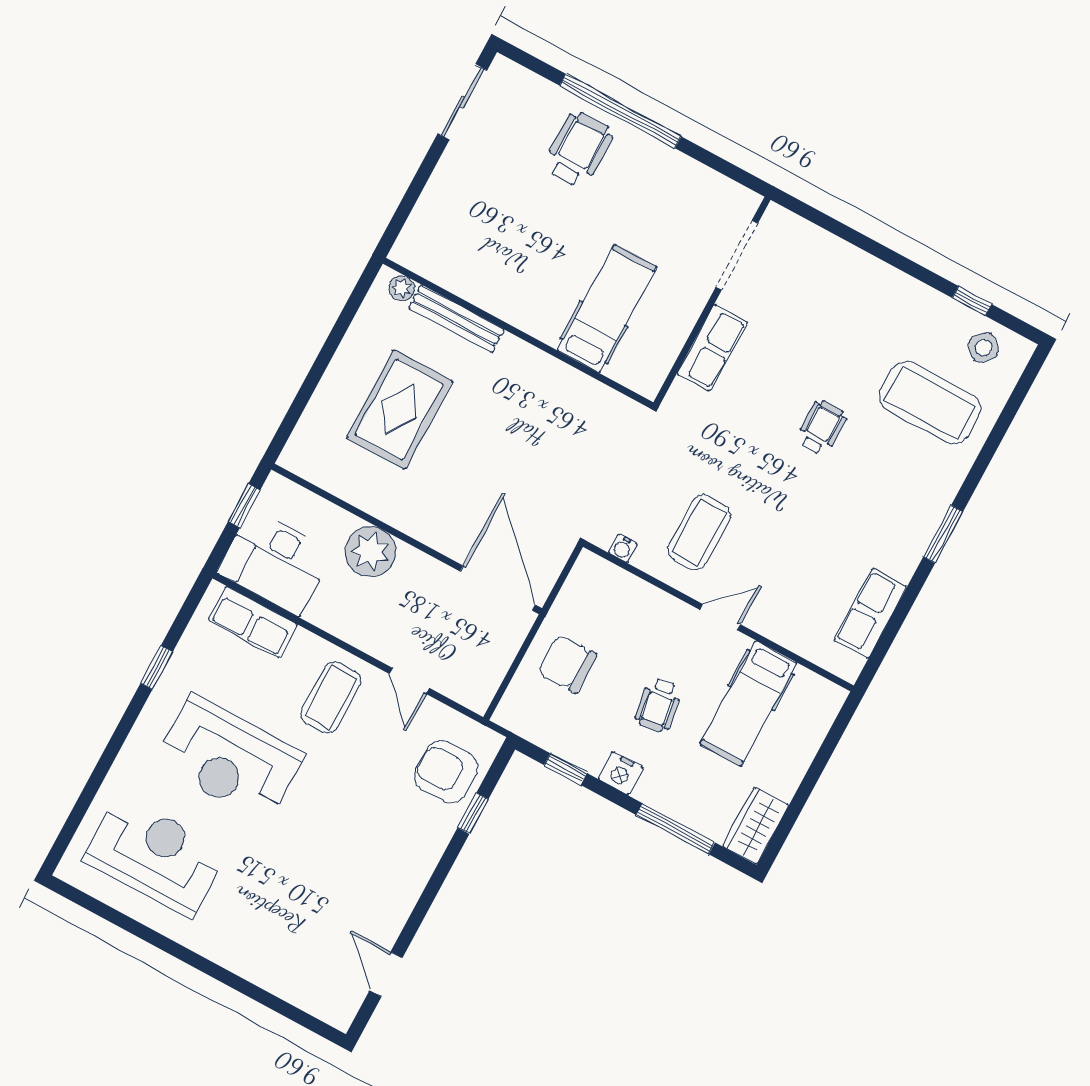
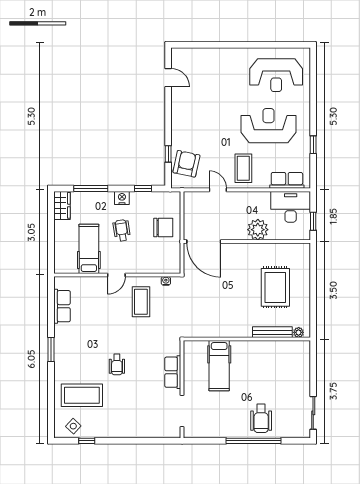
armchair: (446, 772) -> (186, 164), turned -78

